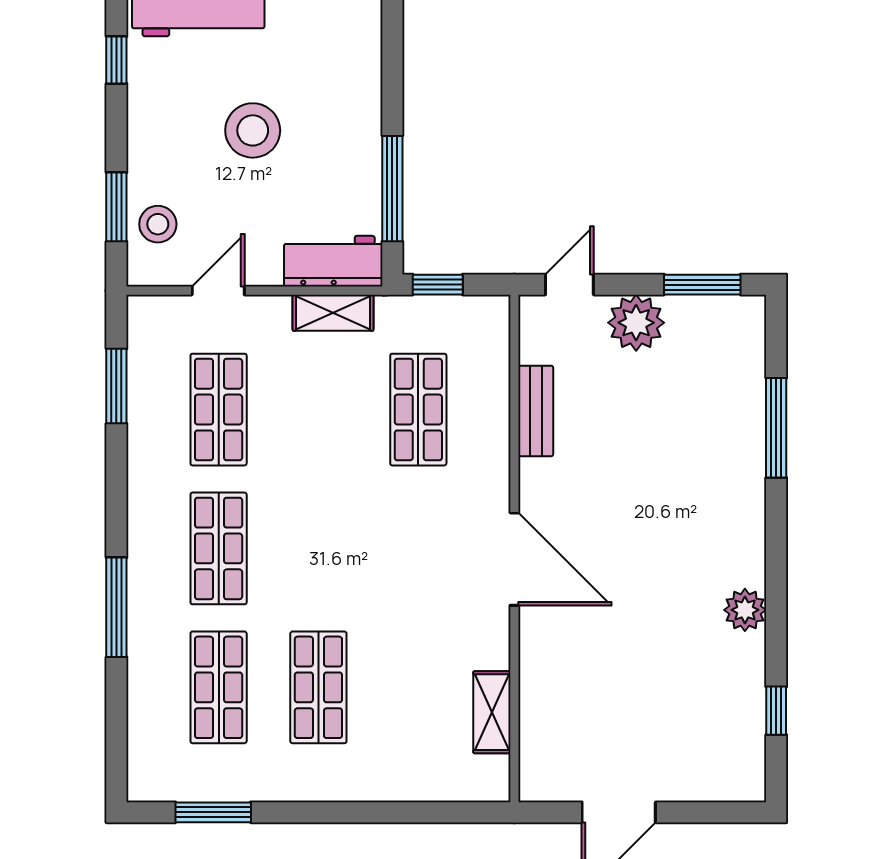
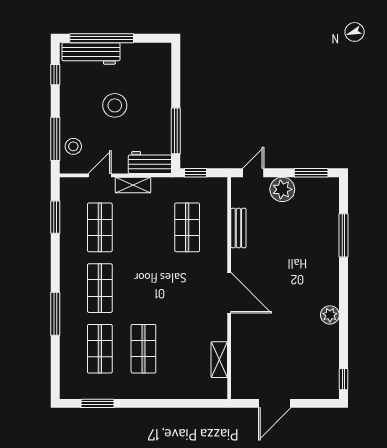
window: (116, 207) -> (55, 139), width x1.44
shelving: (333, 313) -> (133, 185), moved
window: (776, 711) -> (344, 379), moved

